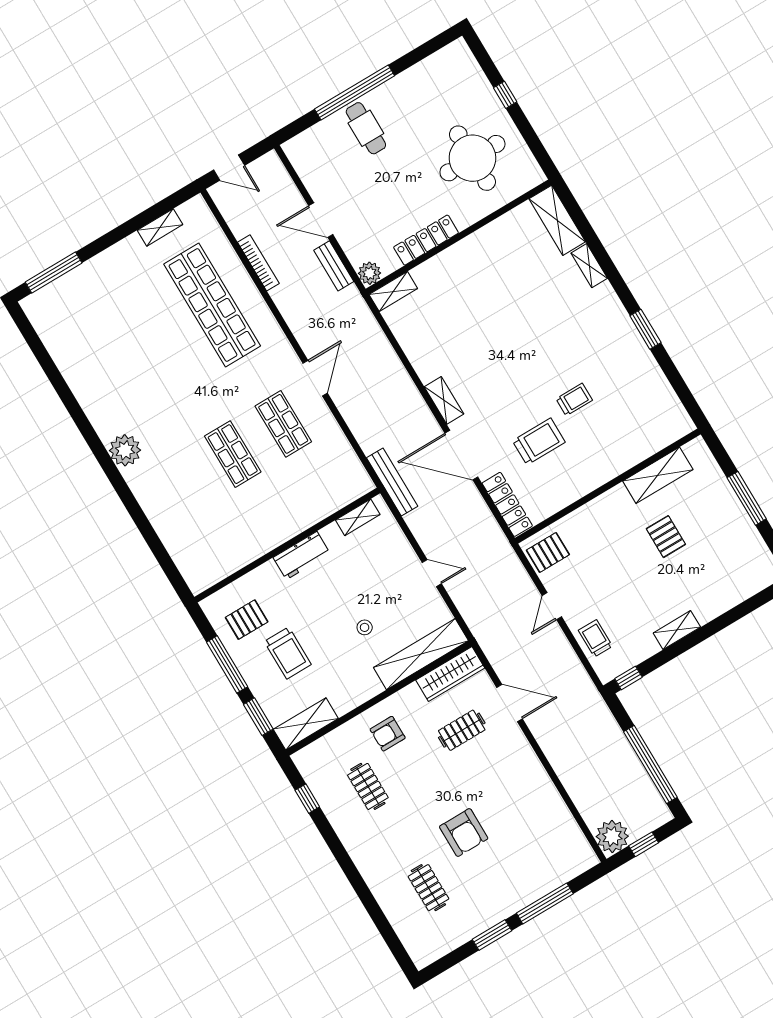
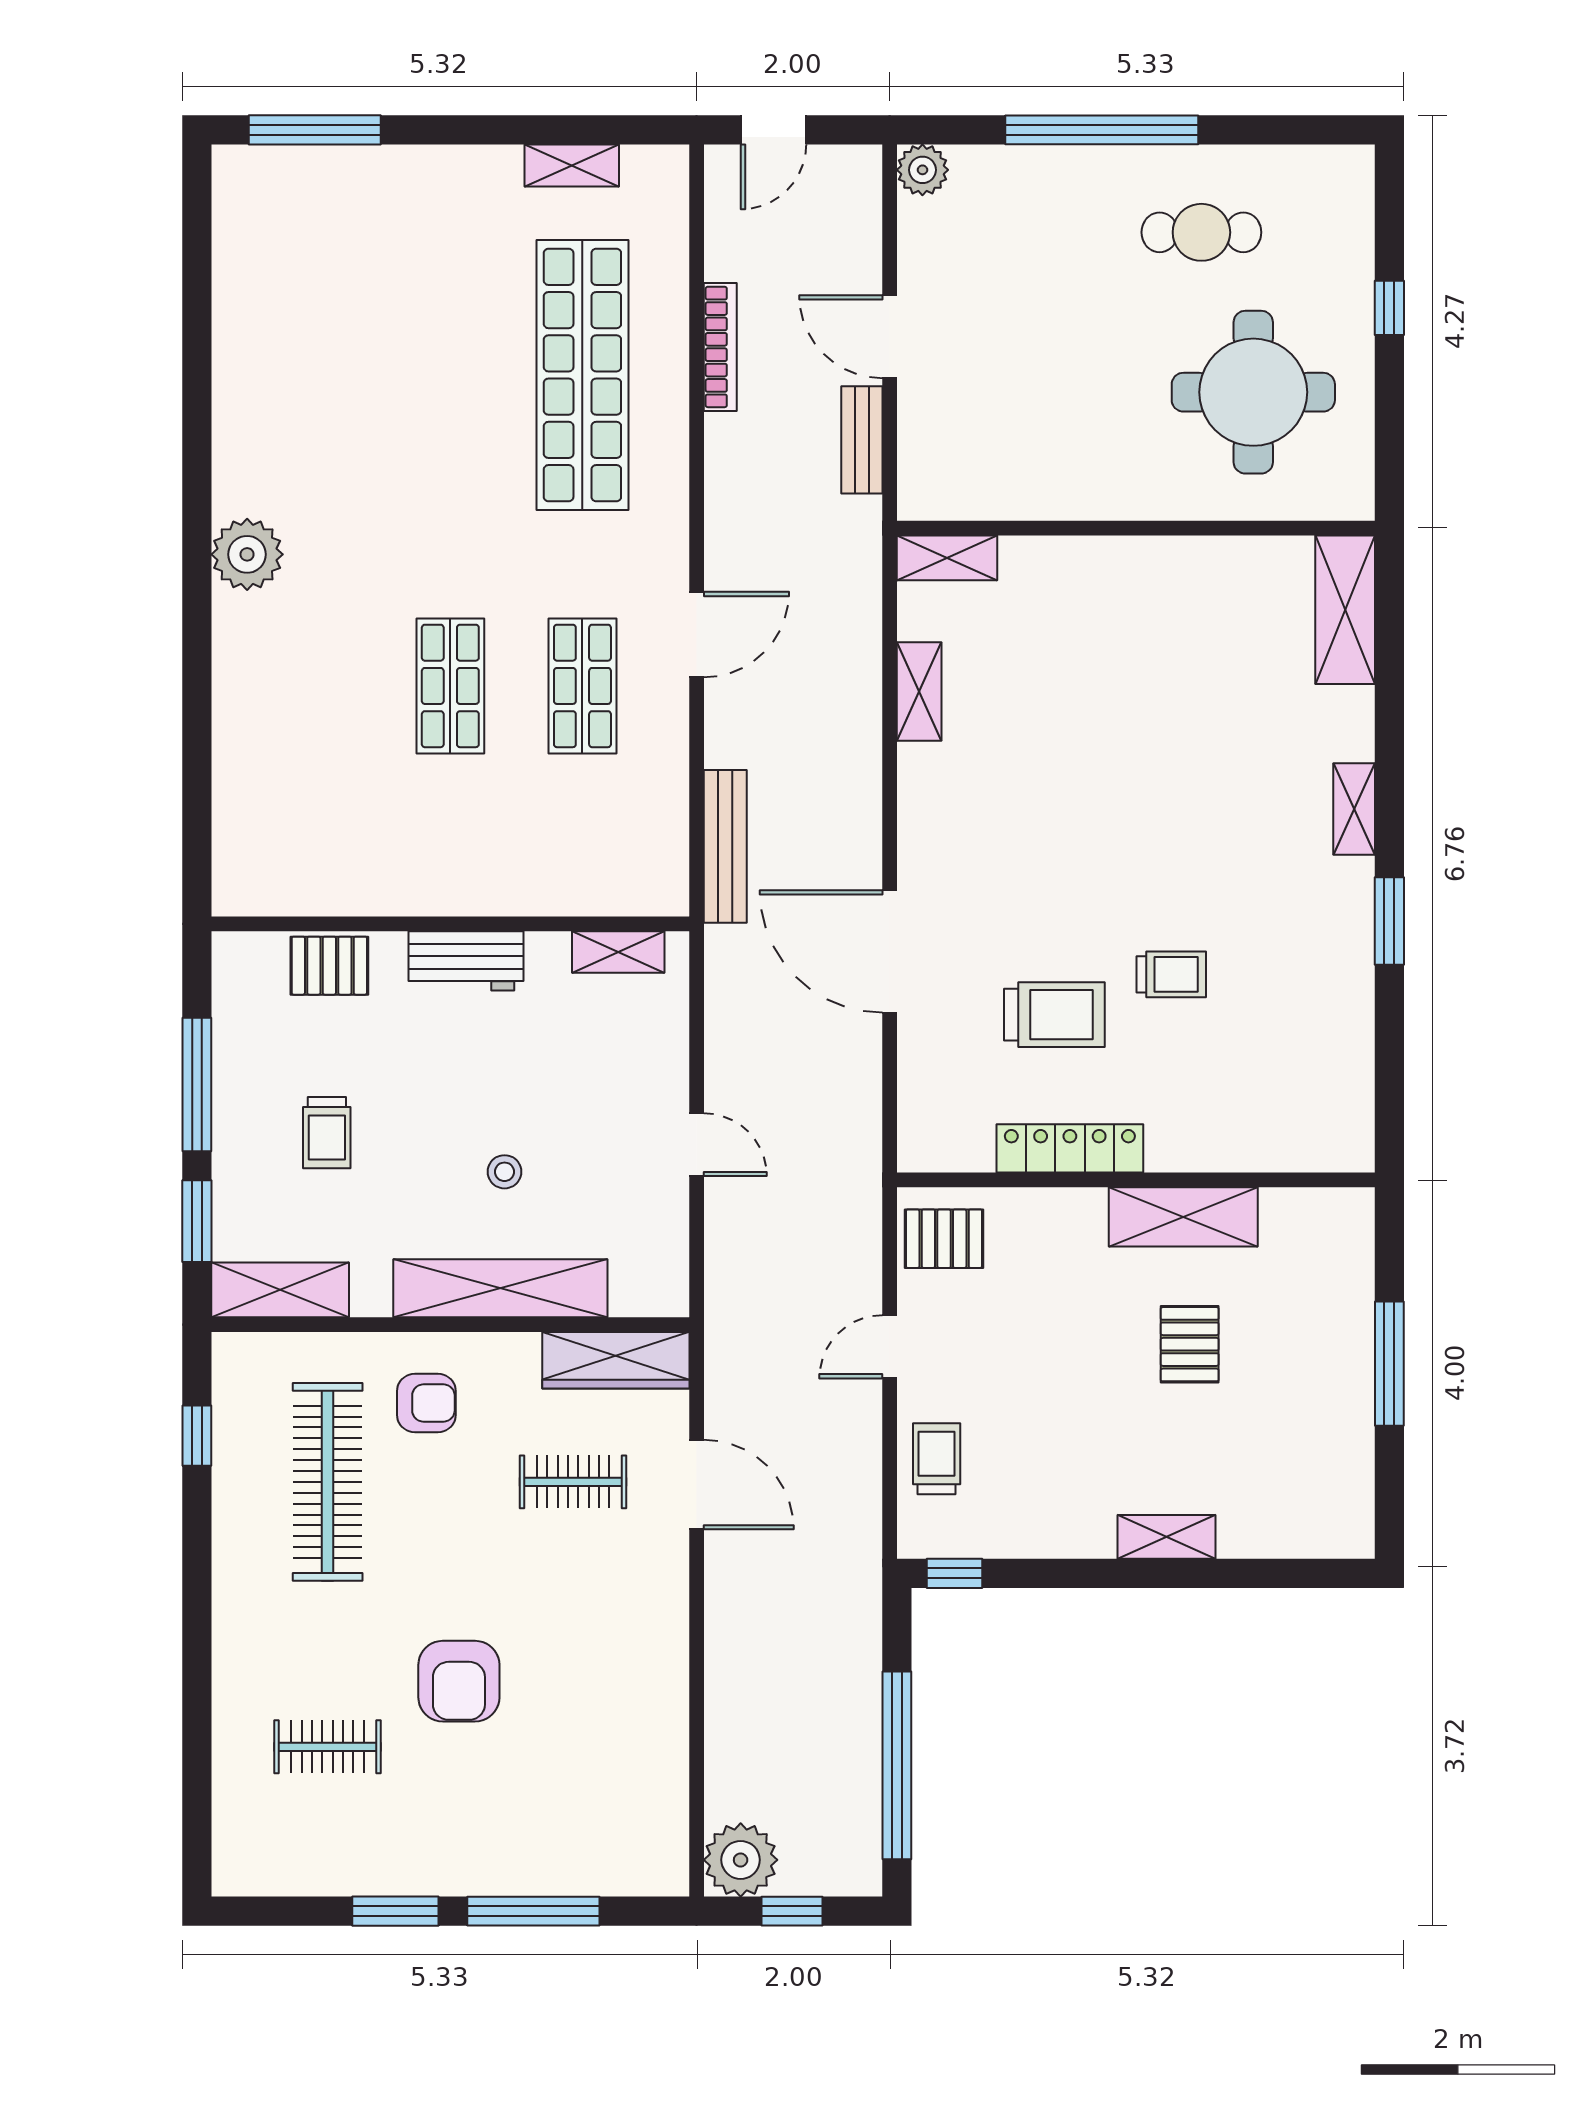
cafe table: (366, 128) -> (1201, 232), moved, turned 90
door: (229, 168) -> (773, 130), hinge flipped
locker: (426, 240) -> (1069, 496), removed
shelving: (589, 266) -> (1354, 809), moved
plant: (370, 273) -> (922, 170), moved
shelving: (444, 400) -> (919, 691), moved
shelving: (658, 475) -> (1183, 1217), moved
bench: (392, 482) -> (725, 846), moved
locker: (507, 504) -> (1070, 1148), moved, turned -90
pallet: (247, 620) -> (329, 966), moved
shelving: (677, 630) -> (1166, 1537), moved
trolley: (288, 653) -> (327, 1133), width x0.73, depth x0.72
shelving: (421, 654) -> (500, 1288), moved
armchair: (388, 734) -> (426, 1403), turned 180
clothes rail: (368, 786) -> (328, 1482), width x1.86, depth x1.31
clothes rail: (428, 888) -> (328, 1747), turned 90

